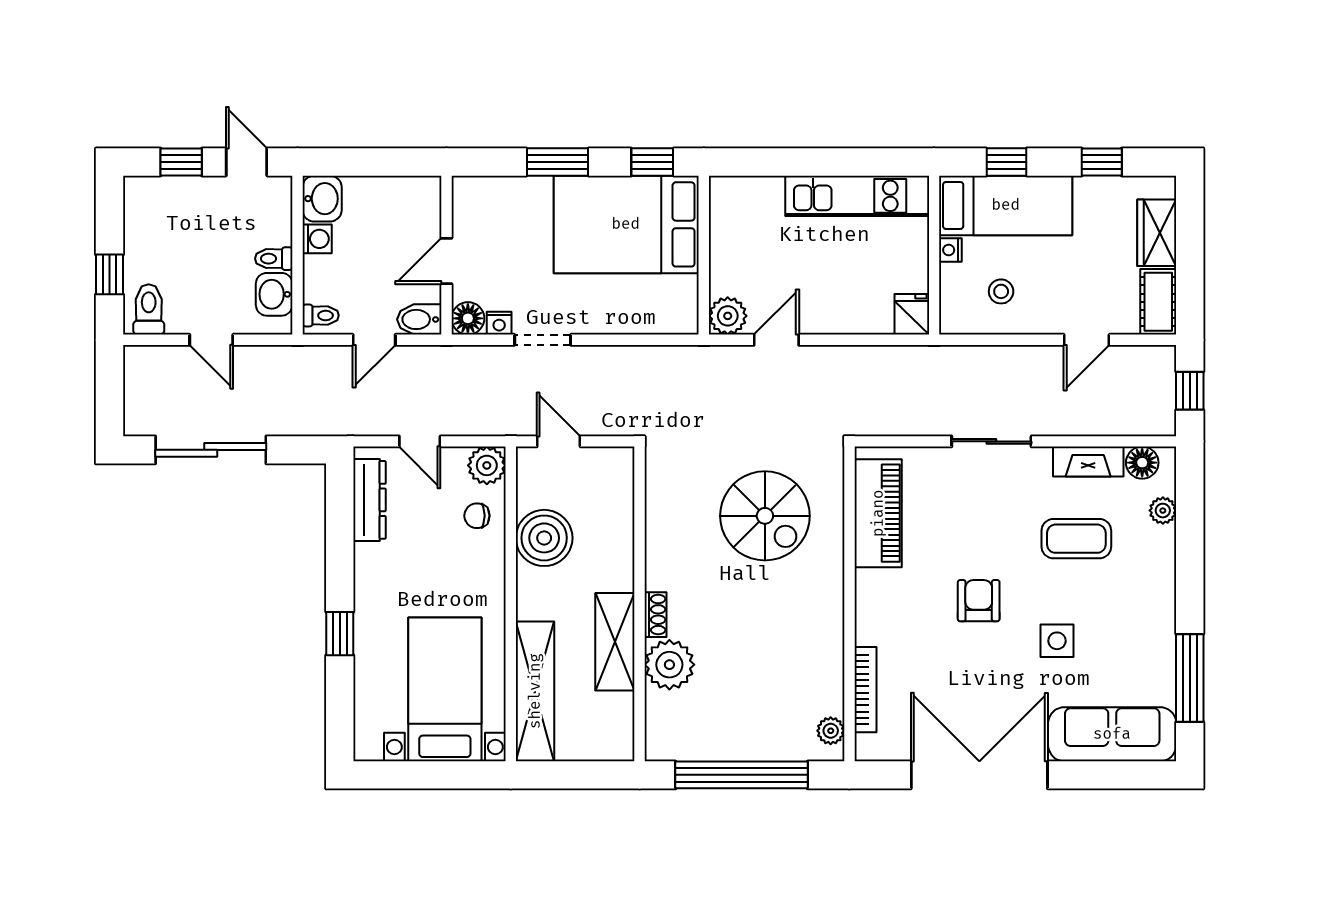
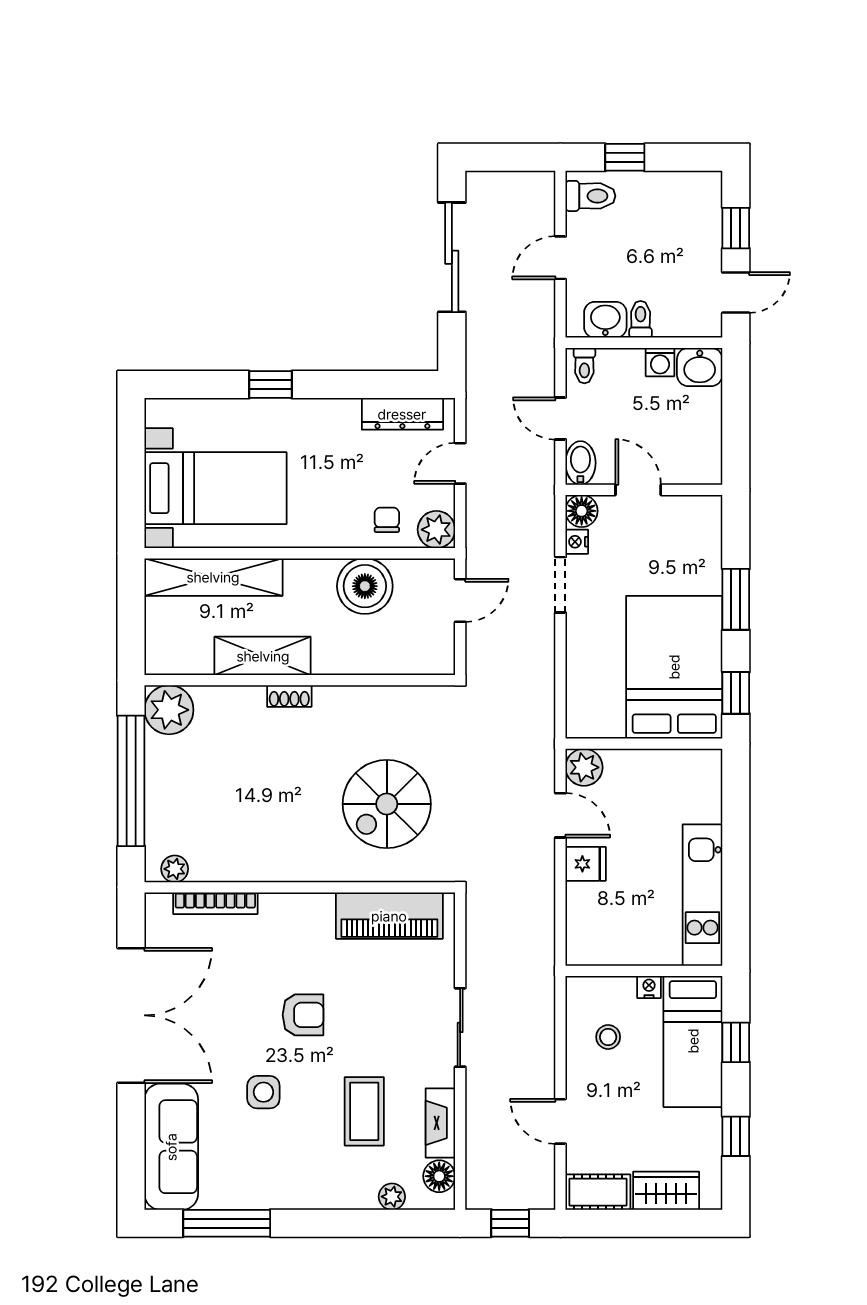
fridge: (912, 314) -> (586, 864), moved
plant: (669, 665) -> (169, 710), moved

